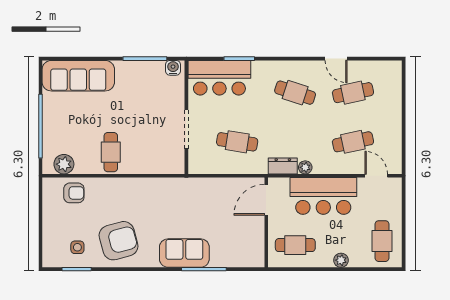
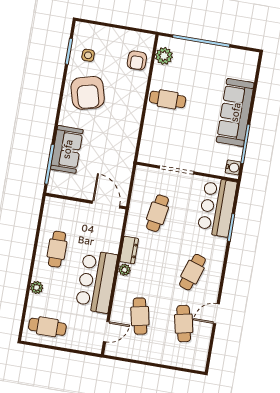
sofa: (78, 76) -> (235, 112), moved
door: (266, 200) -> (106, 205), moved
wall: (266, 222) -> (86, 201), moved

